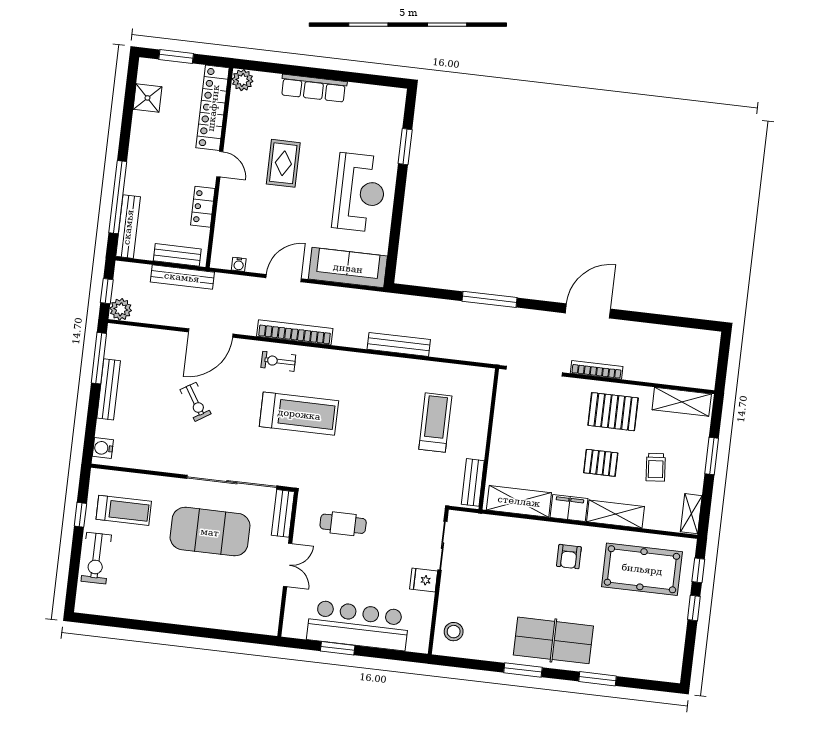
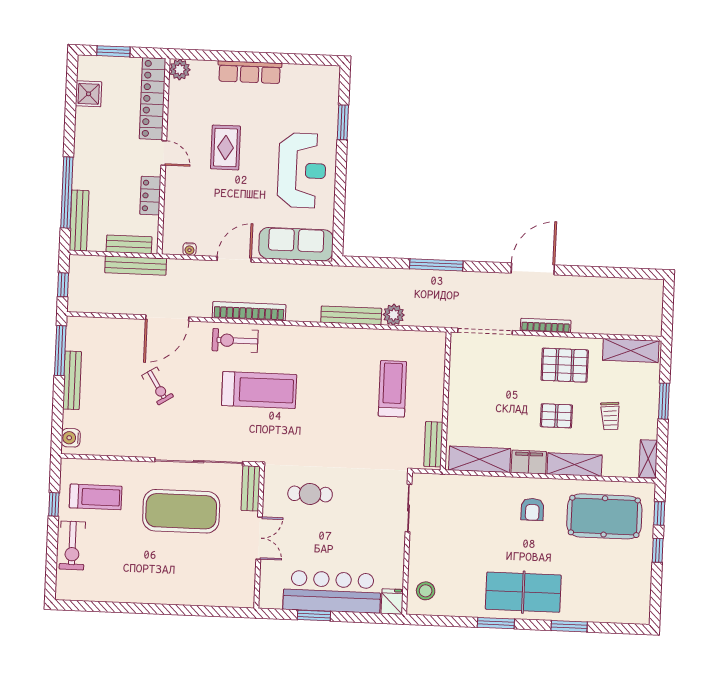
plant: (121, 309) -> (394, 315), moved
exercise bike: (278, 361) -> (235, 341), width x1.38, depth x1.39
fridge: (424, 580) -> (392, 601), moved, turned 90

